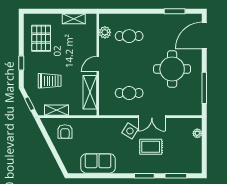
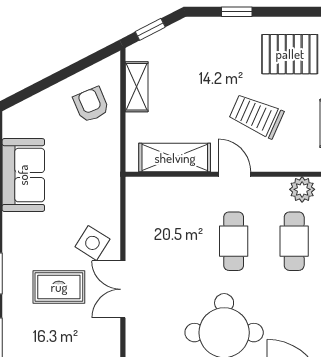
trolley: (50, 81) -> (256, 116), moved, turned 114
cafe table: (129, 93) -> (234, 241), moved
armchair: (65, 132) -> (91, 105), turned 67
rug: (151, 147) -> (59, 287), turned 90

